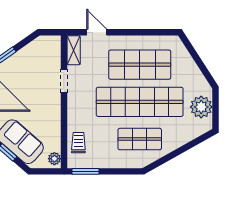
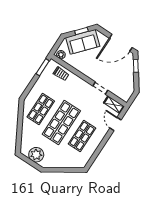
door: (97, 32) -> (116, 124), swing flipped
shop shelf: (140, 65) -> (82, 136), width x0.70, depth x0.74
shop shelf: (140, 102) -> (61, 122), width x0.71

